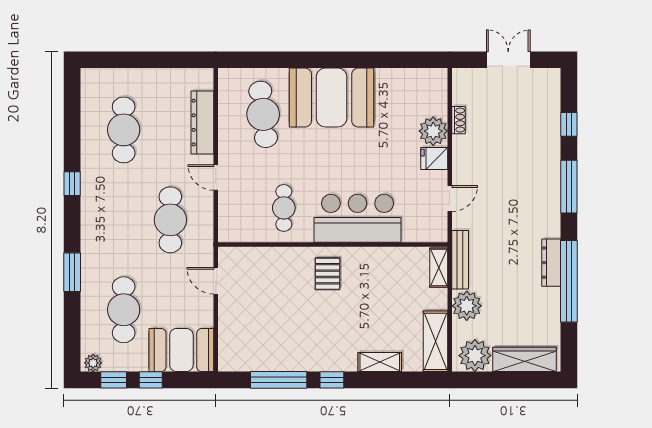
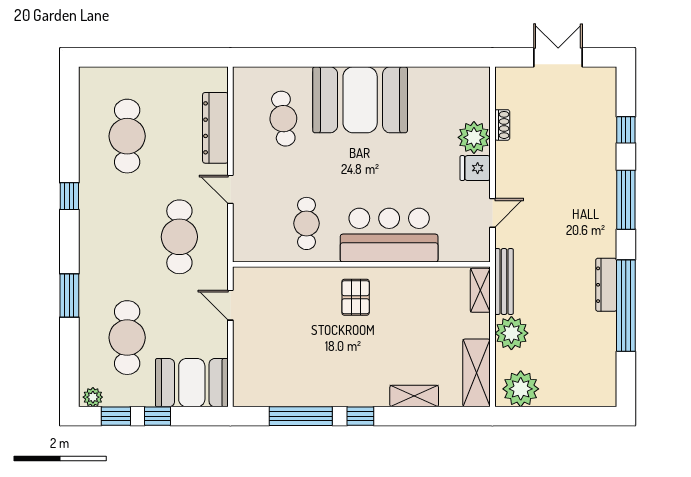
cafe table: (263, 114) -> (283, 119), width x0.73, depth x0.74
wardrobe: (524, 359) -> (576, 393), removed

